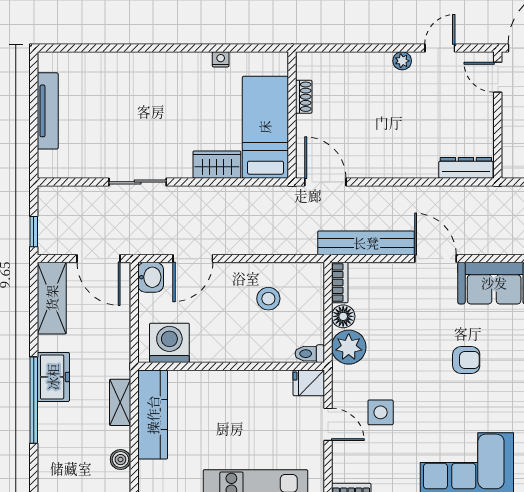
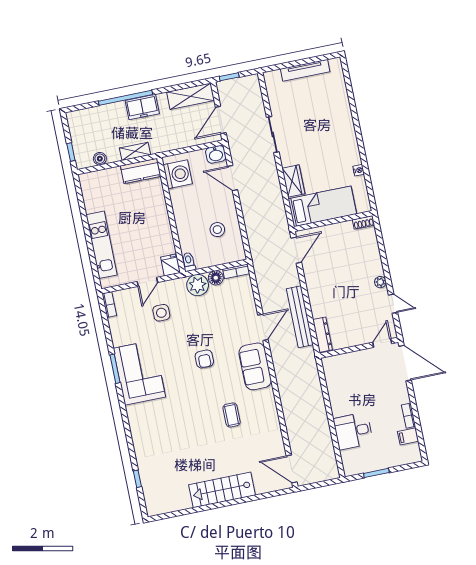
shoe rack: (304, 97) -> (364, 222), moved
bench: (366, 243) -> (300, 317), moved
kitchen counter: (153, 415) -> (141, 171), width x0.67

